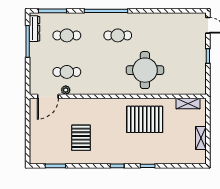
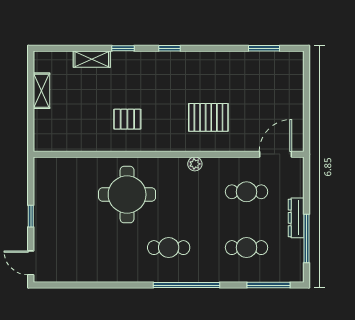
dresser: (34, 29) -> (296, 218), moved
plant: (66, 90) -> (195, 164), moved
shelving: (188, 104) -> (92, 59), moved
pallet: (145, 119) -> (127, 119), width x0.49, depth x0.50
pallet: (81, 138) -> (208, 117), moved, turned 90

